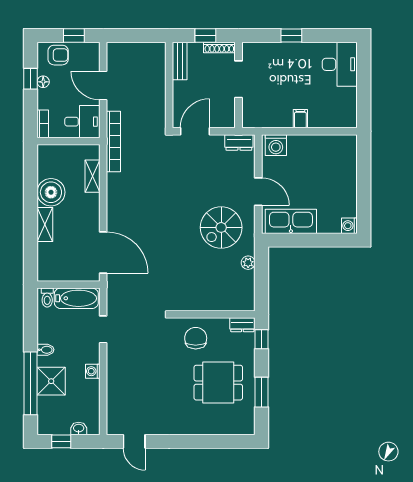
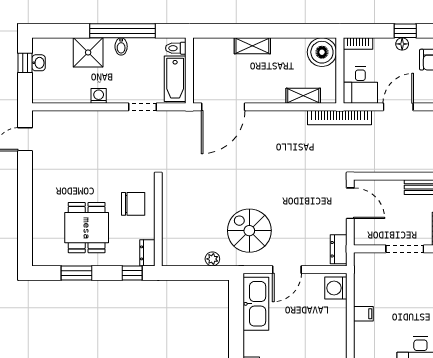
boiler: (51, 192) -> (322, 52), moved
window: (31, 383) -> (122, 31), moved
washbasin: (79, 428) -> (39, 63), moved

